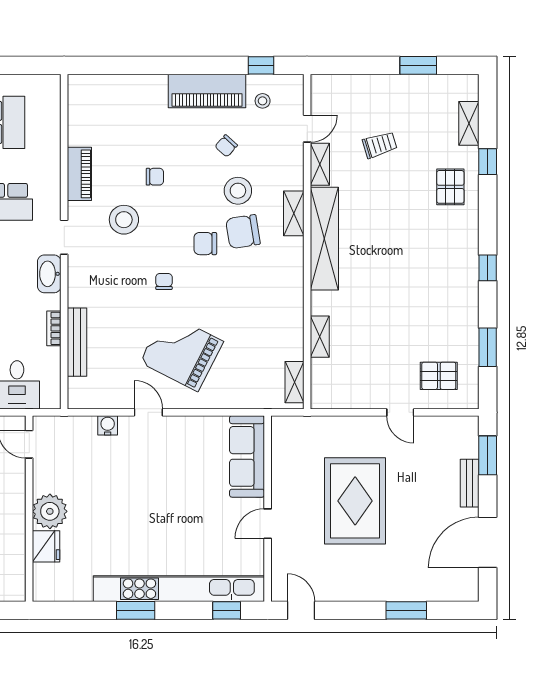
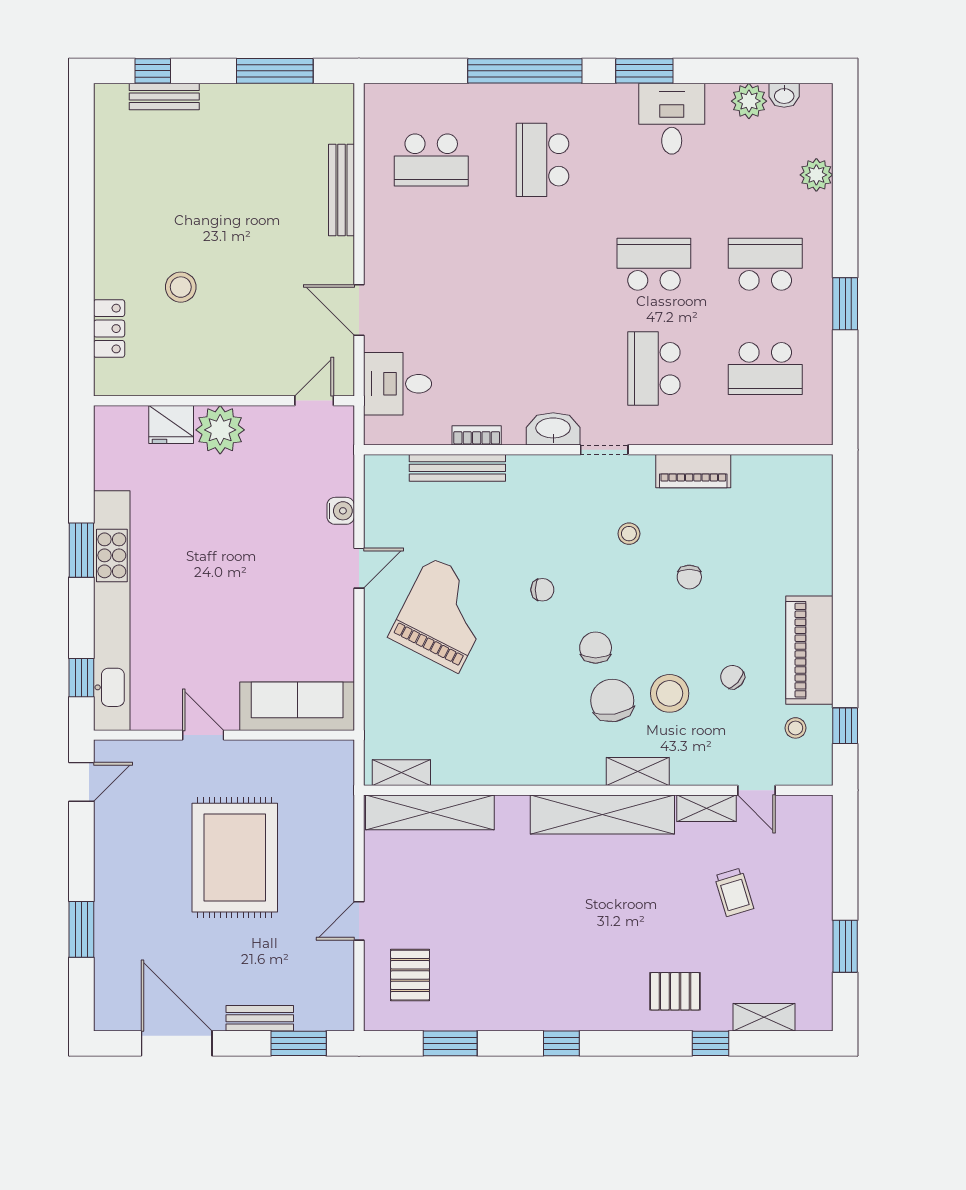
stool: (124, 220) -> (629, 534), width x0.53, depth x0.53
shelving: (320, 337) -> (430, 812), width x2.20, depth x1.33
rug: (355, 501) -> (235, 858), turned 90

